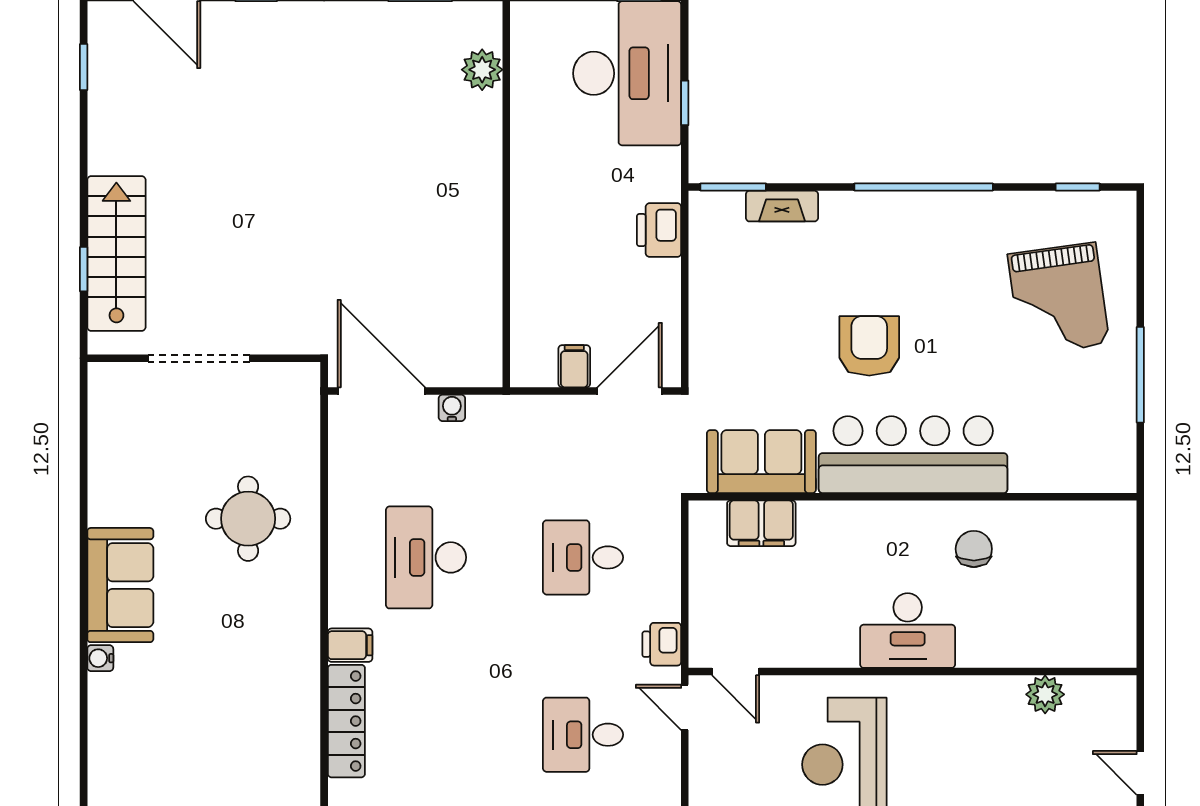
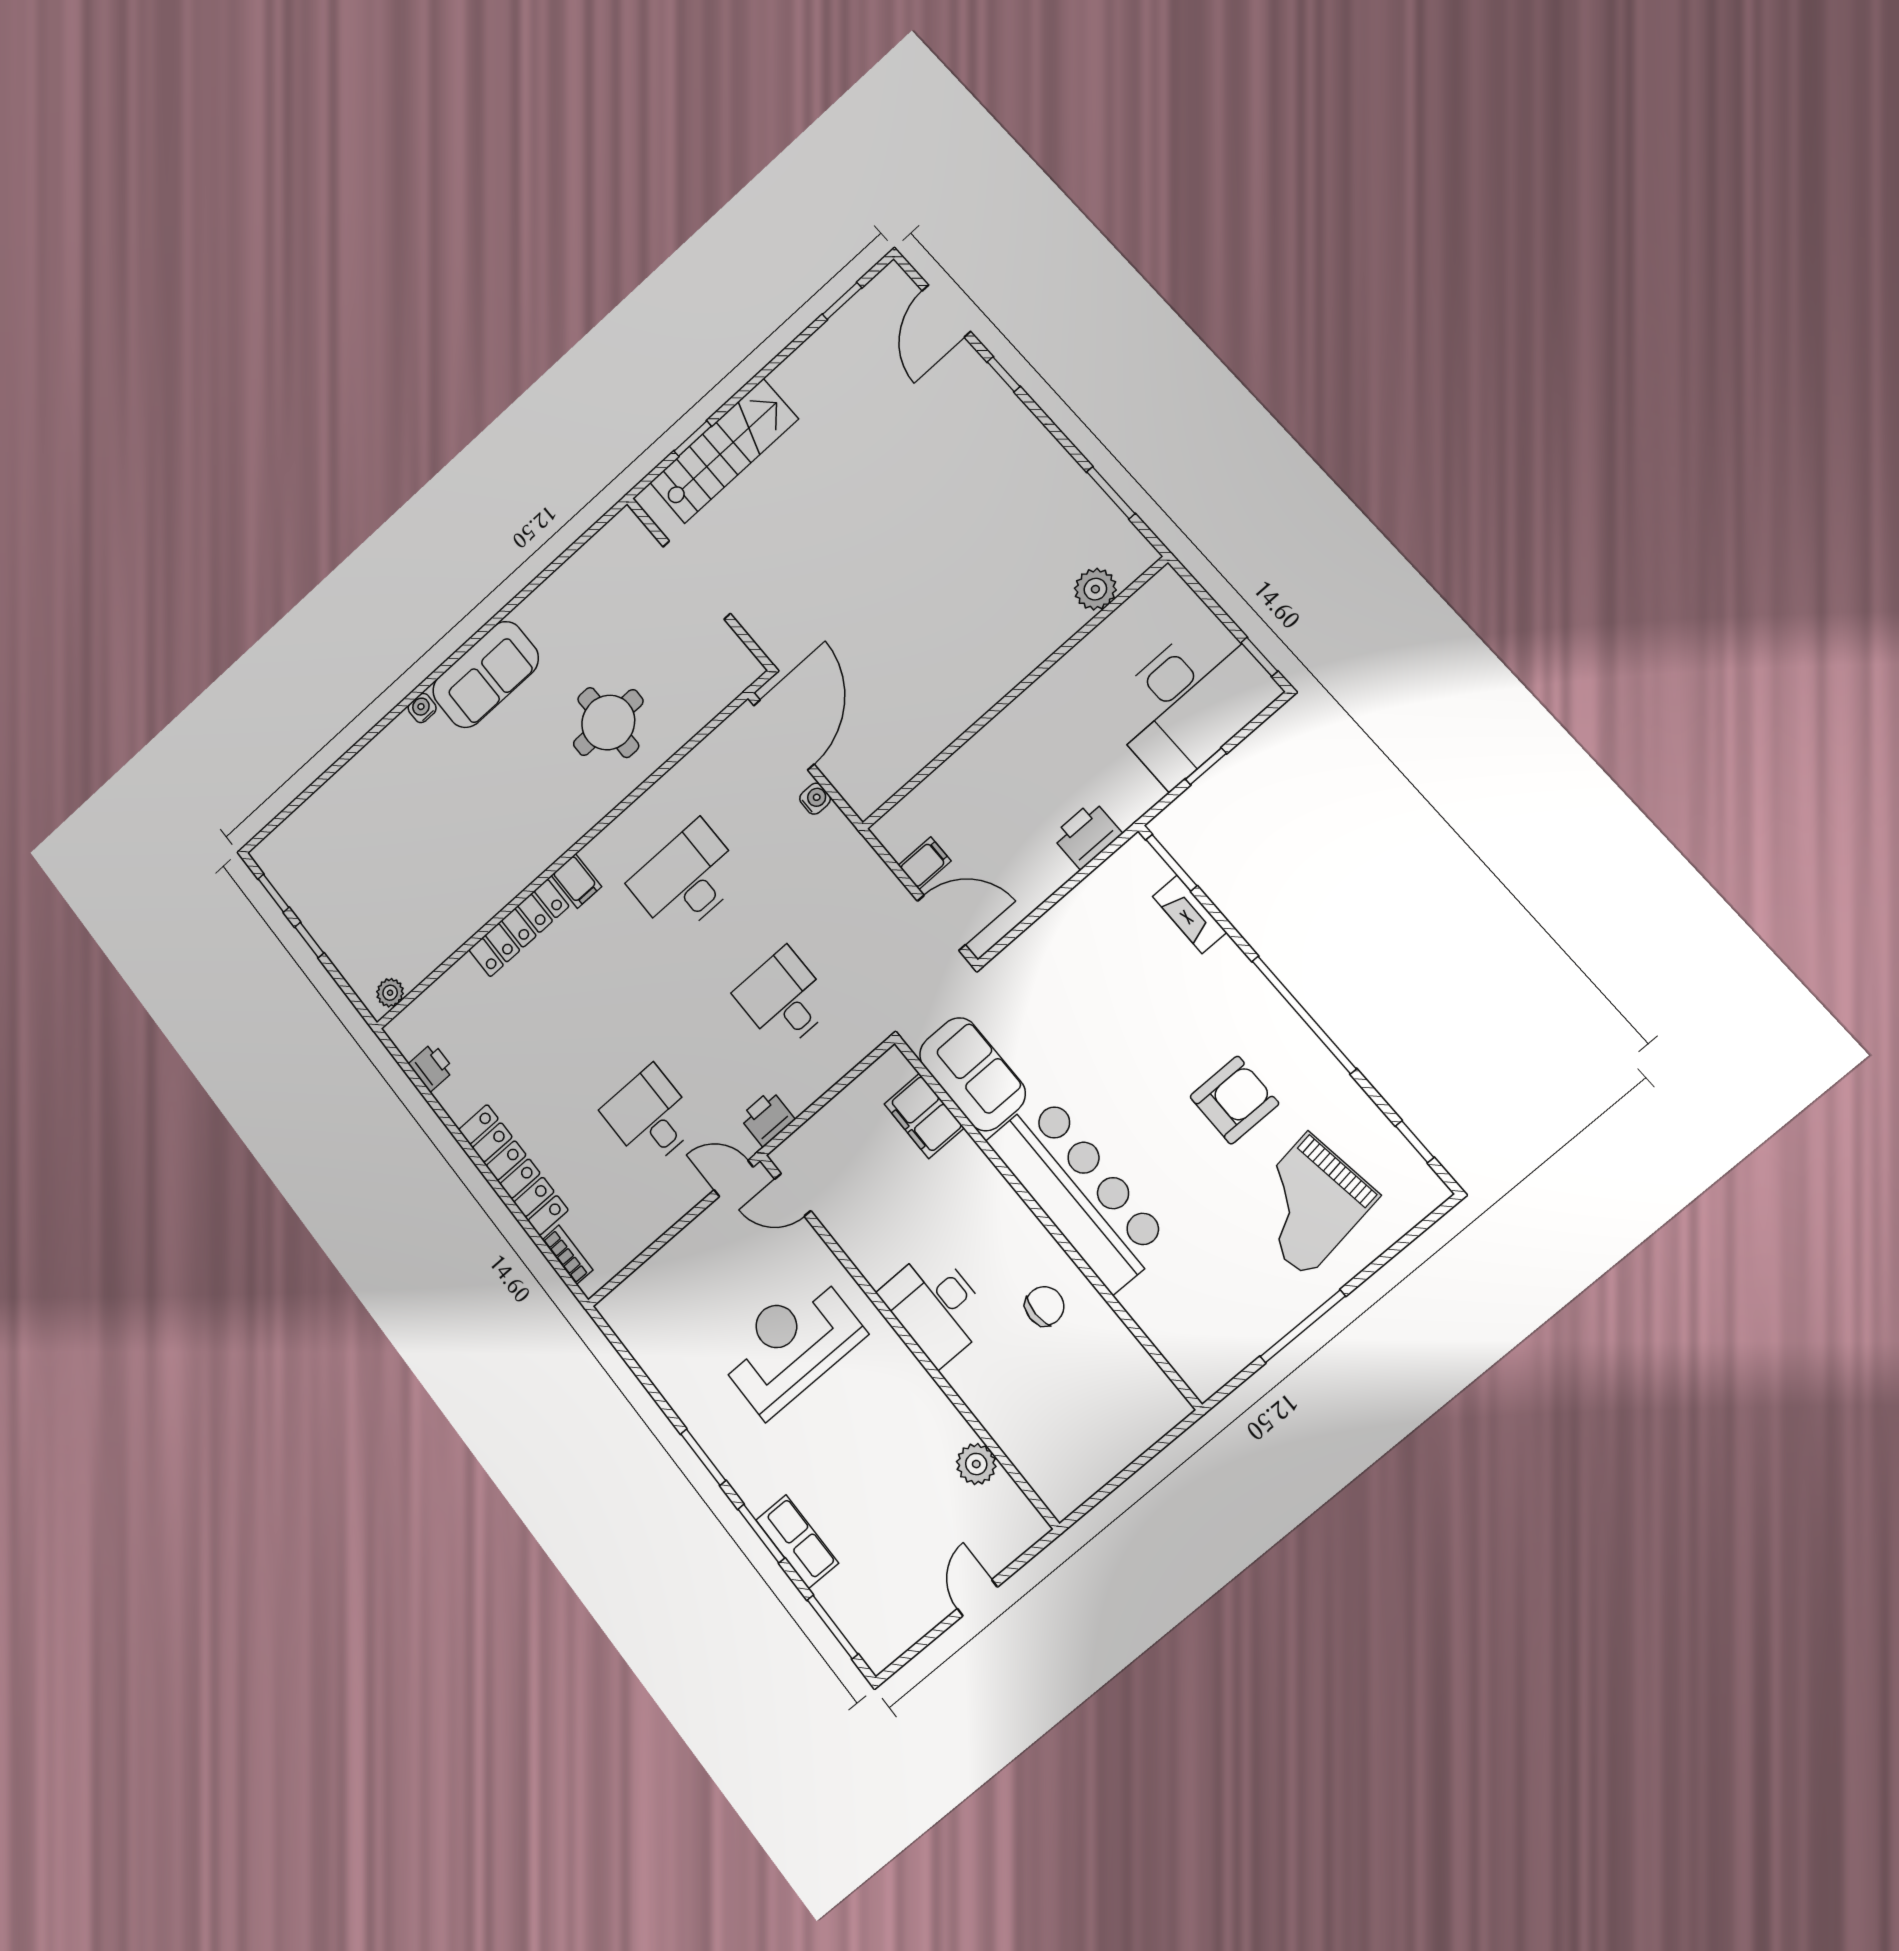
armchair: (869, 346) -> (1234, 1100), moved
door: (735, 672) -> (793, 1195), hinge flipped
door: (685, 707) -> (734, 1178), hinge flipped

